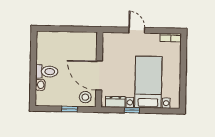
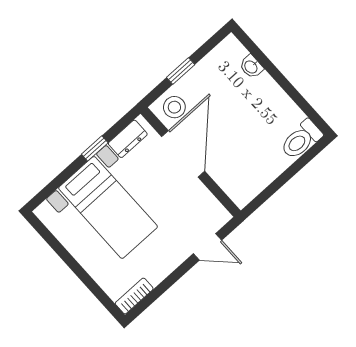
door: (137, 30) -> (208, 247), moved
toilet: (47, 72) -> (301, 140), moved
door: (99, 76) -> (183, 154), hinge flipped

